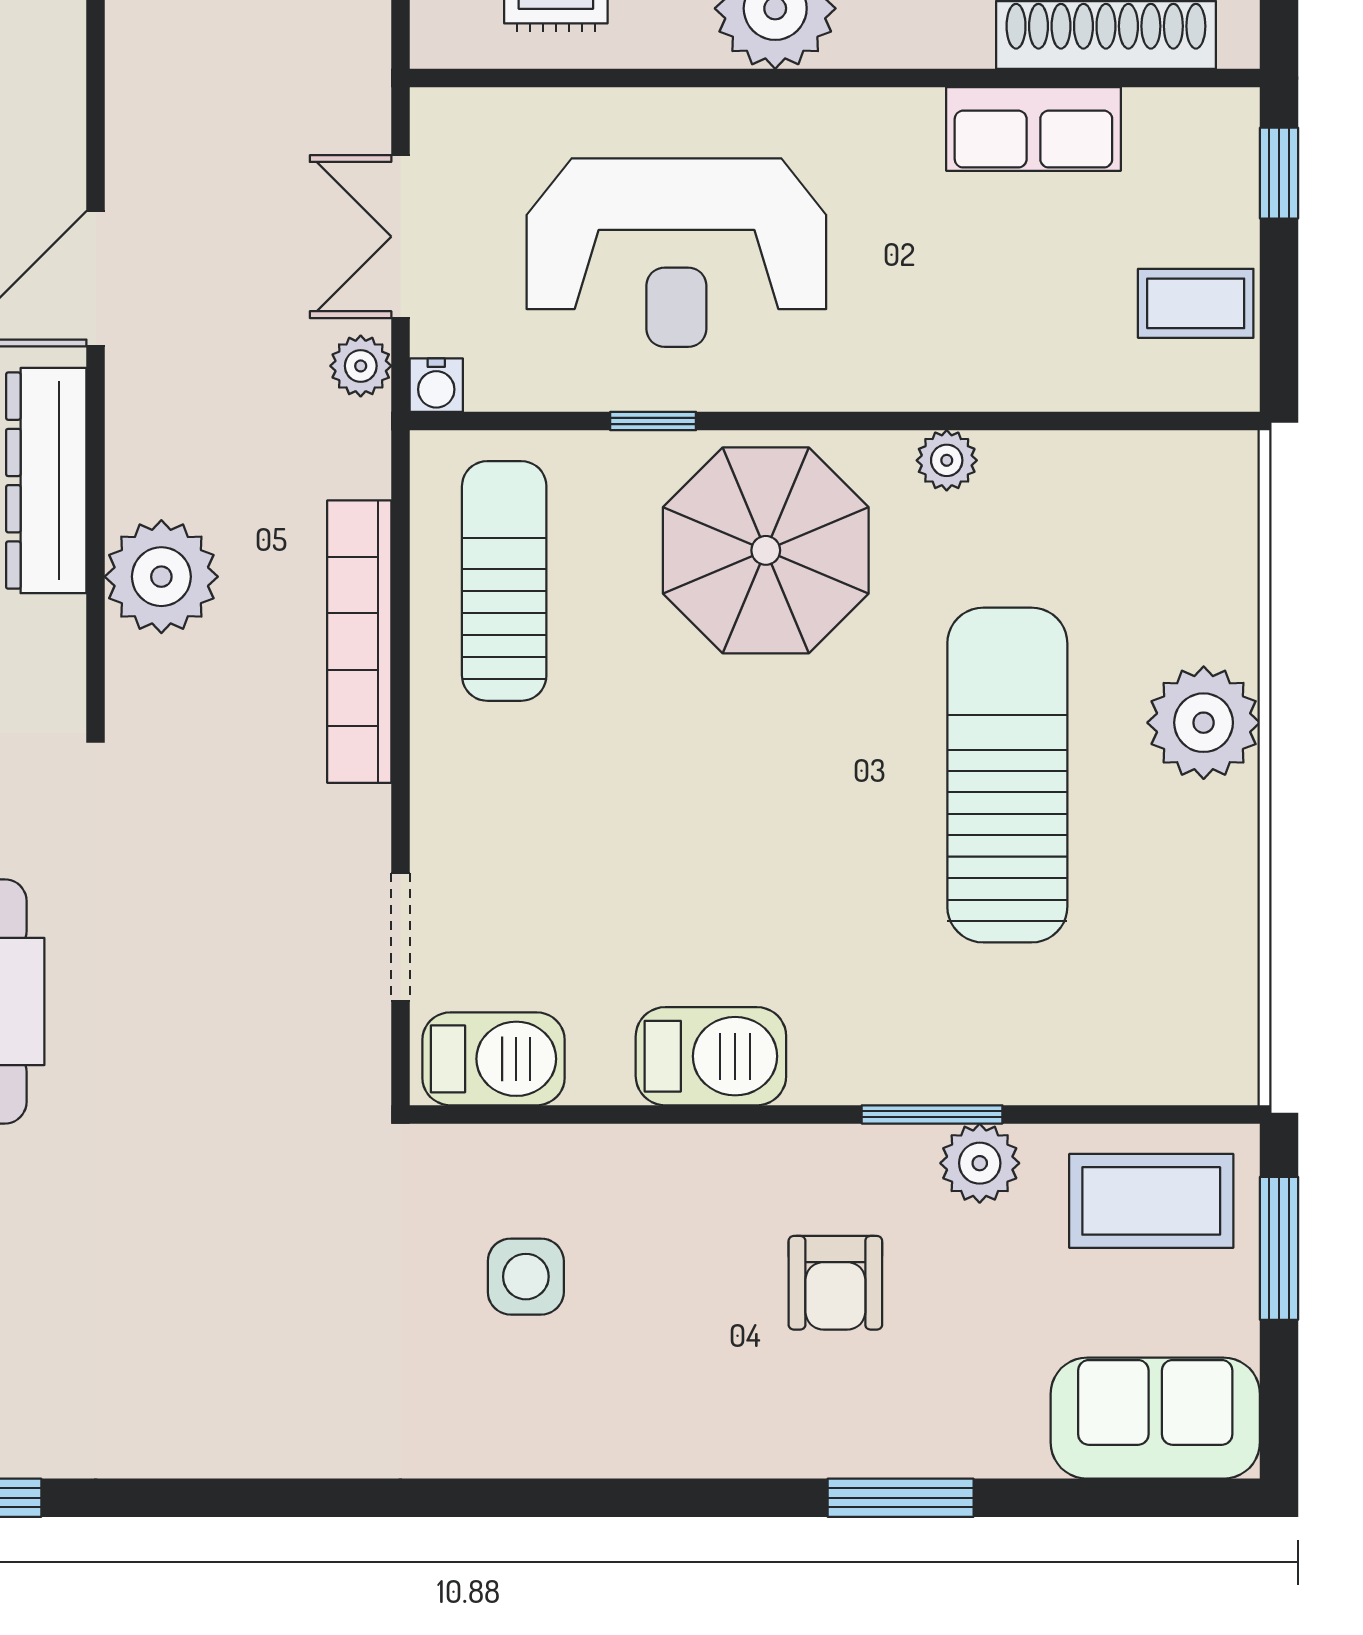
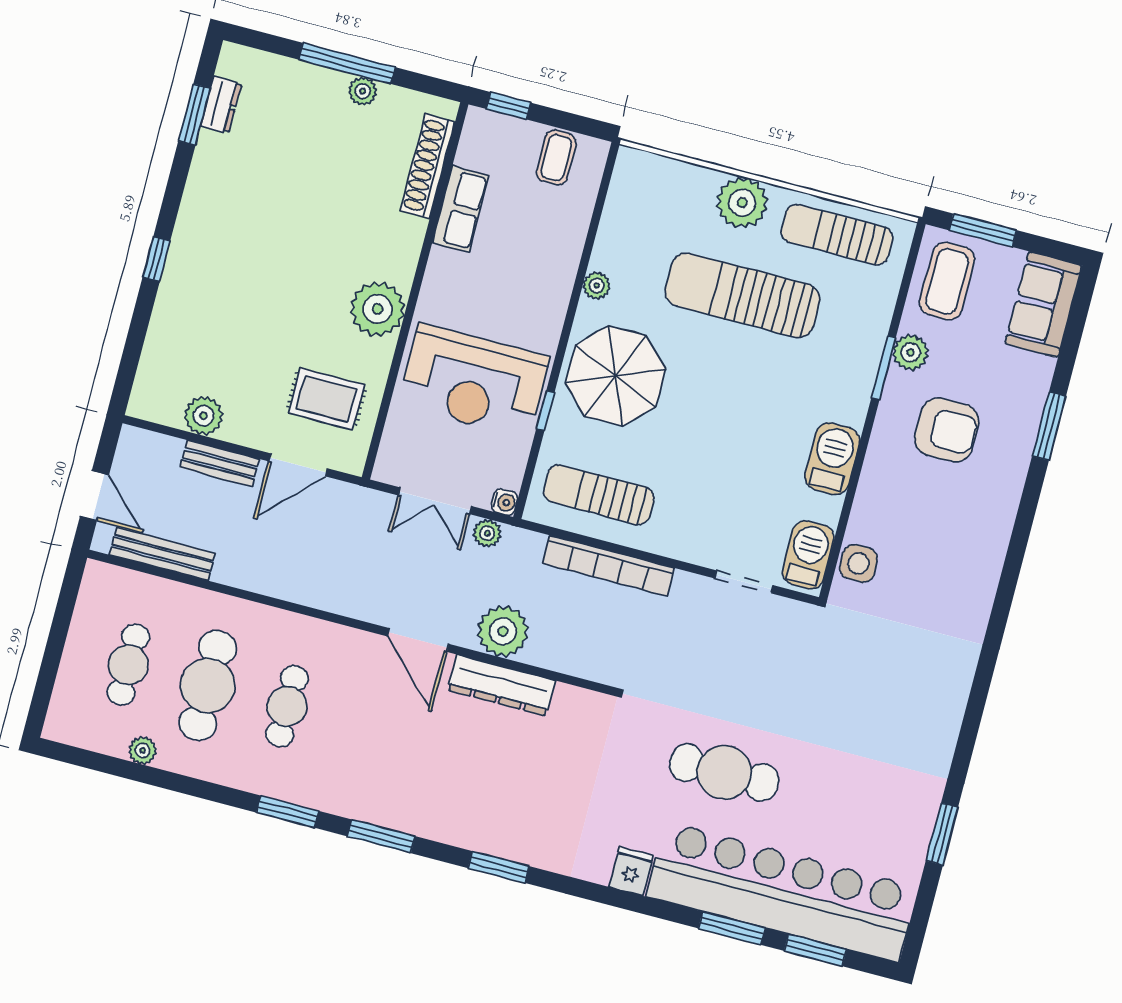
reception desk: (676, 253) -> (474, 381), turned 90
plant: (161, 577) -> (503, 631), moved
sun lounger: (1189, 941) -> (837, 235), added
side table: (526, 1277) -> (859, 563), moved
armchair: (835, 1283) -> (947, 430), width x1.38, depth x1.38

